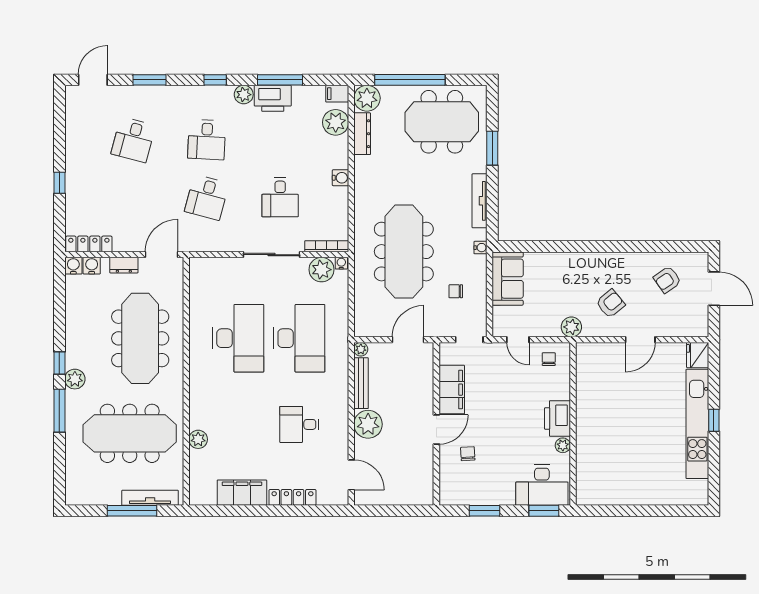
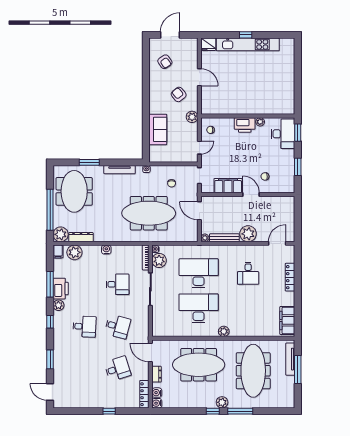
desk: (133, 140) -> (118, 369), moved, turned -33
sofa: (508, 279) -> (158, 129), moved, turned 90
plant: (198, 439) -> (224, 331), moved
filing cabinet: (242, 493) -> (287, 320), moved

